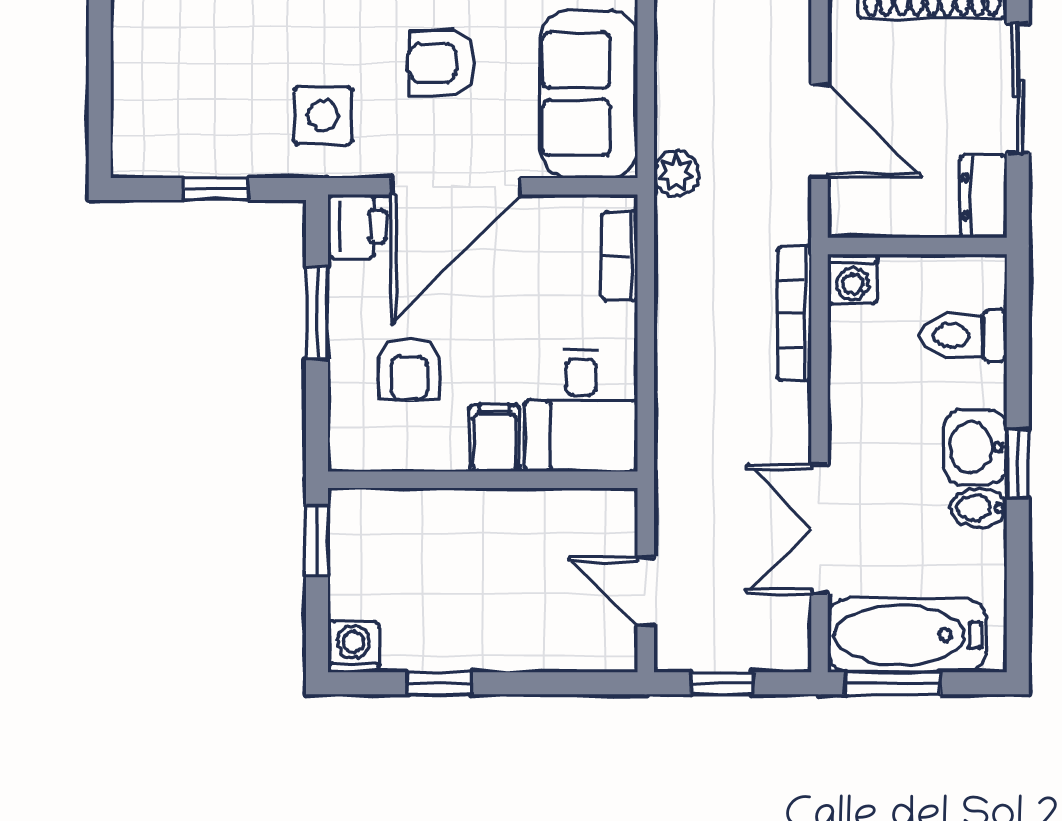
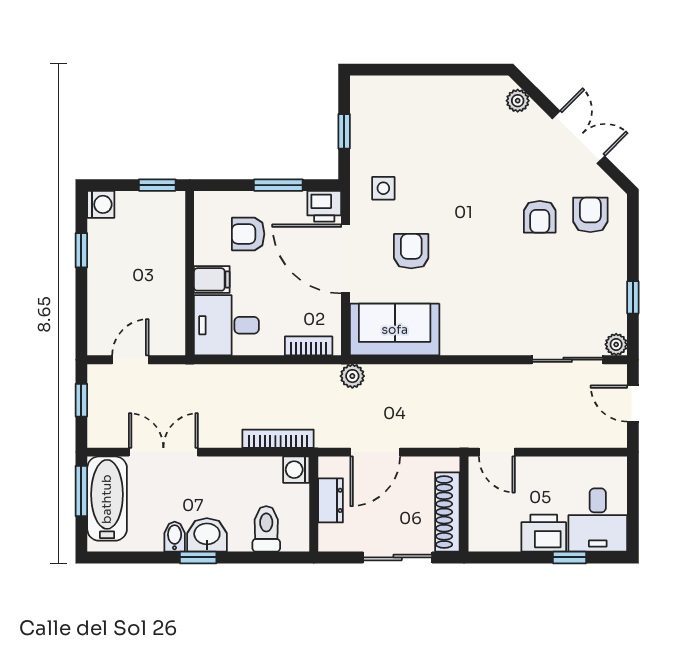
side table: (323, 115) -> (383, 188), width x0.73, depth x0.73
dresser: (984, 196) -> (331, 500), moved, turned 90

